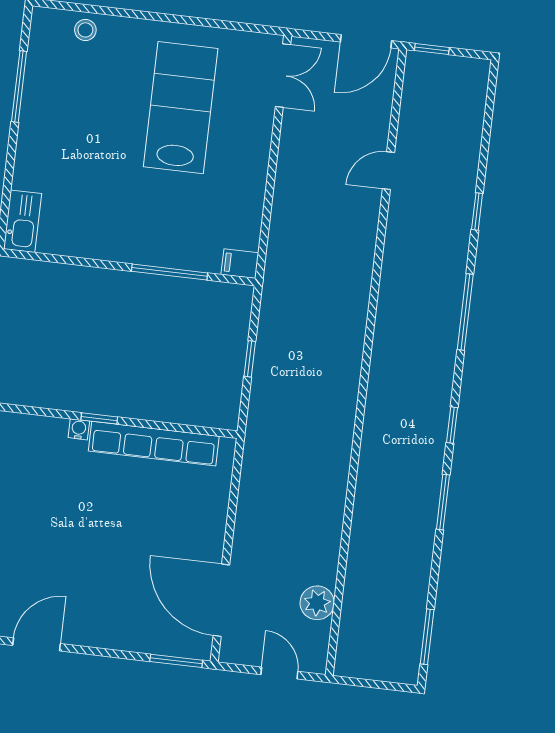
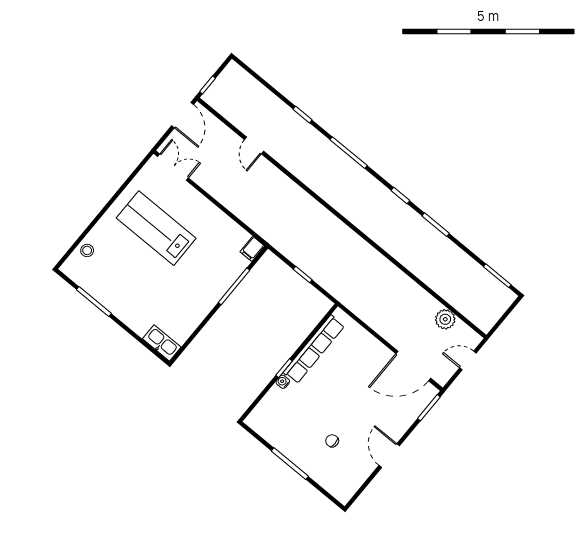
chair: (40, 554) -> (332, 441), added
door: (37, 644) -> (389, 456), moved

